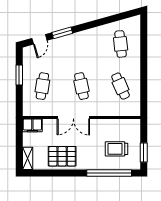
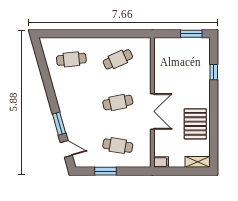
filing cabinet: (32, 125) -> (161, 162), width x0.50
trolley: (117, 149) -> (187, 64), removed
window: (109, 173) -> (214, 72), width x0.32

